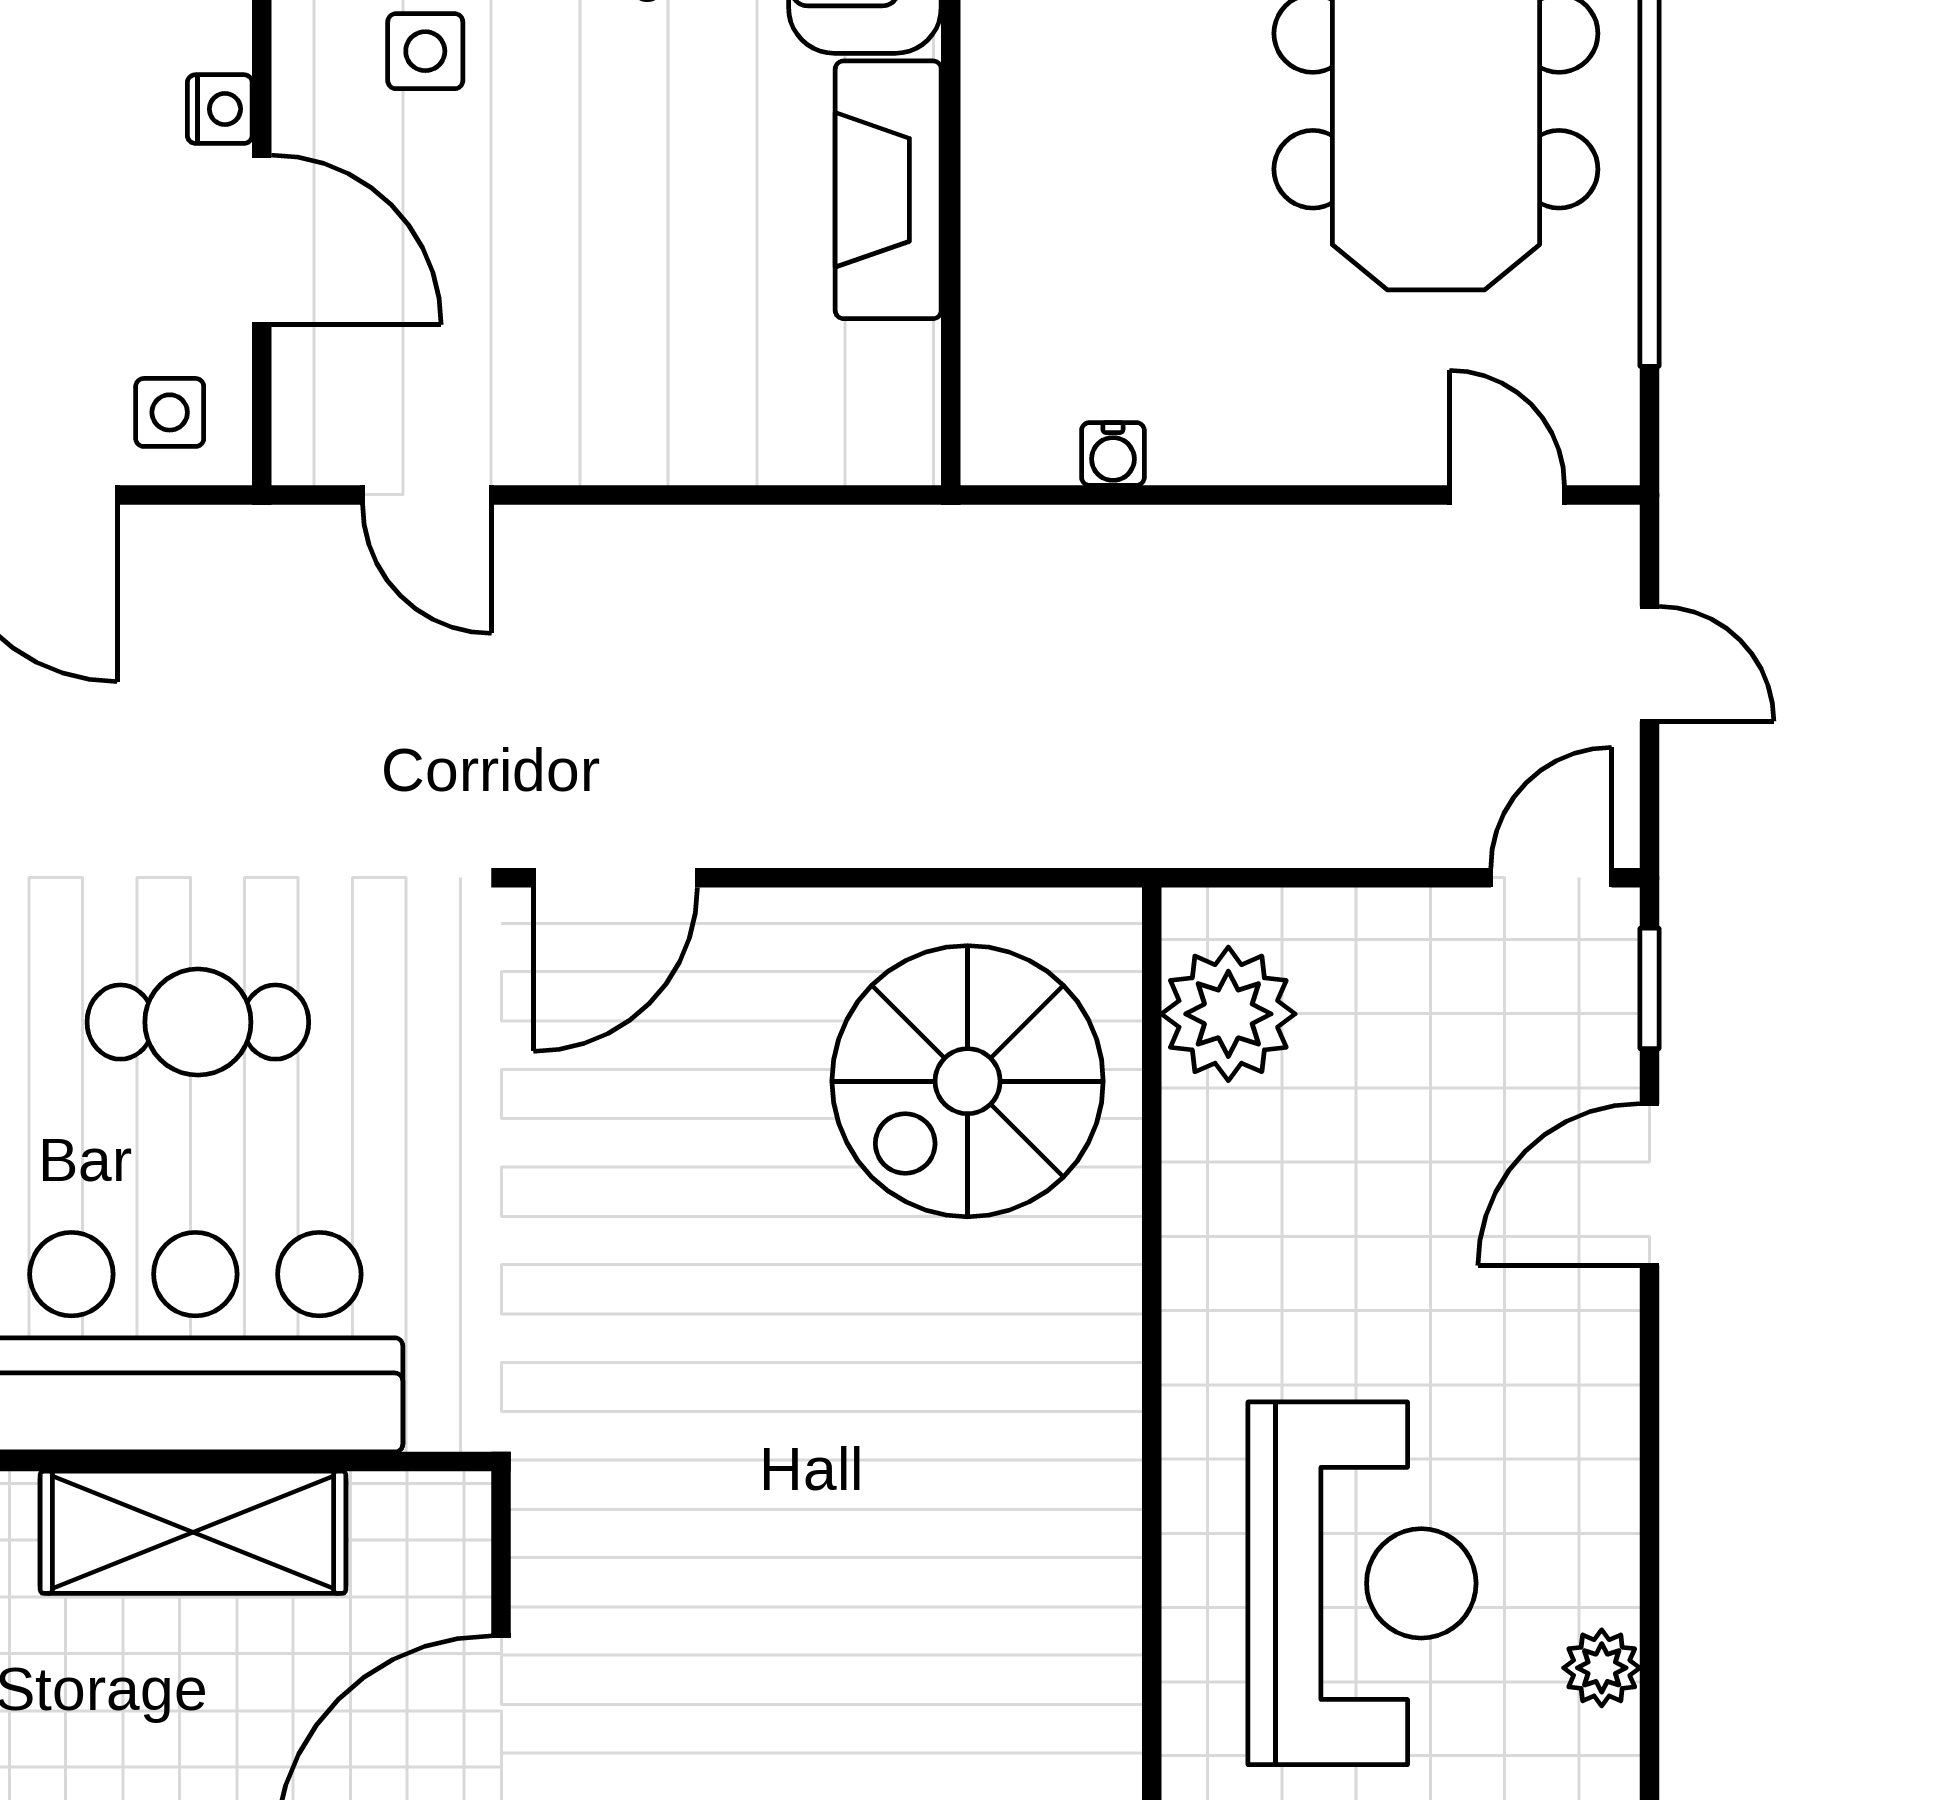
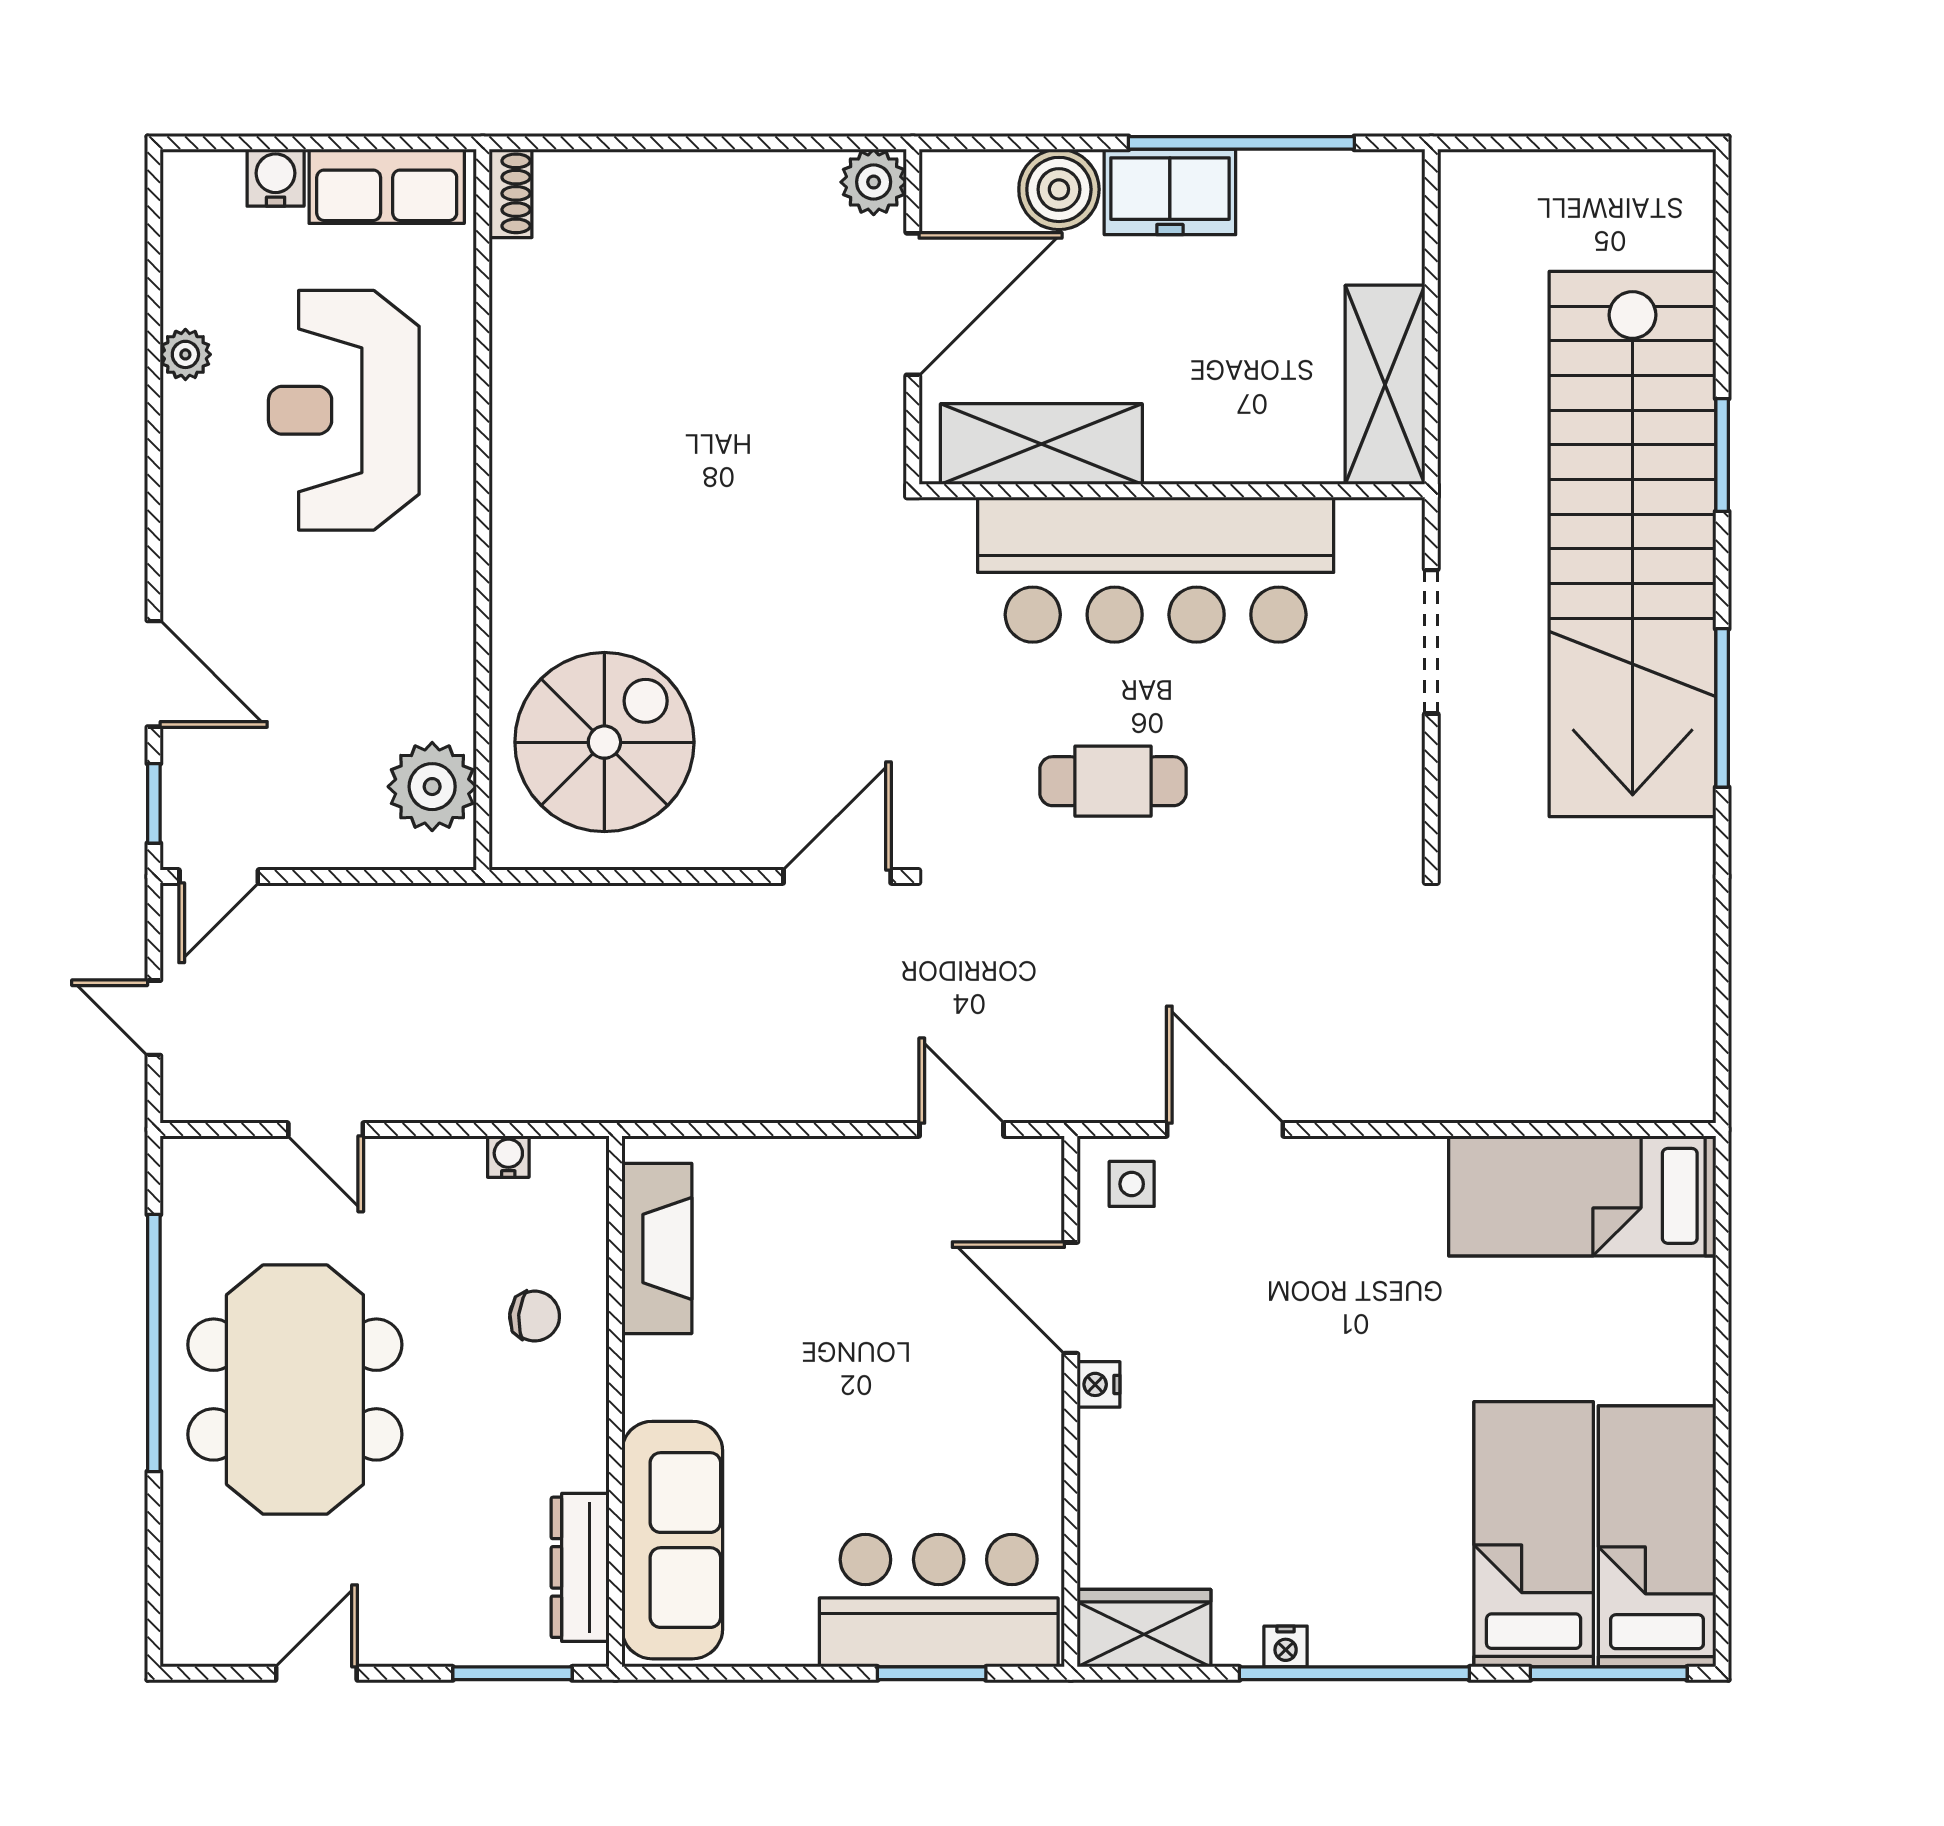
side table: (425, 51) -> (963, 1423), removed
fireplace: (888, 190) -> (657, 1248), moved
chair: (1073, 213) -> (535, 1316), added
door: (1507, 495) -> (326, 1129), moved
door: (1649, 1185) -> (154, 674), hinge flipped
shelving: (193, 1532) -> (1041, 444), moved

